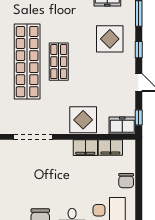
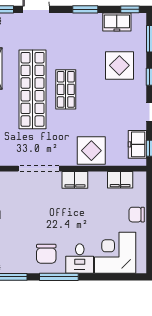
freezer: (122, 126) -> (137, 144), moved, turned -90
filing cabinet: (85, 148) -> (75, 180), moved
chair: (126, 181) -> (137, 215), turned 90

